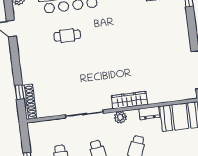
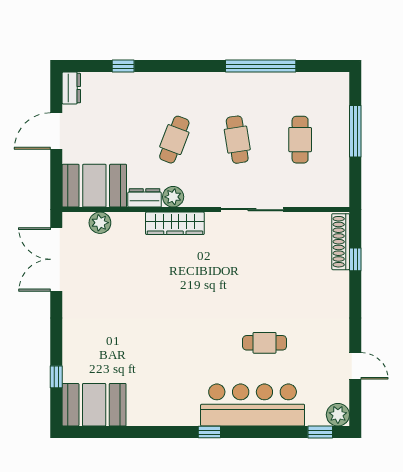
plant: (174, 95) -> (100, 223), added
plant: (120, 117) -> (173, 197), moved

